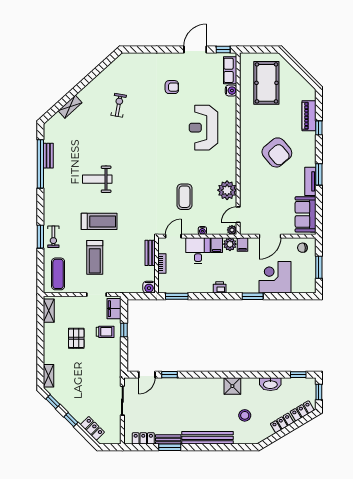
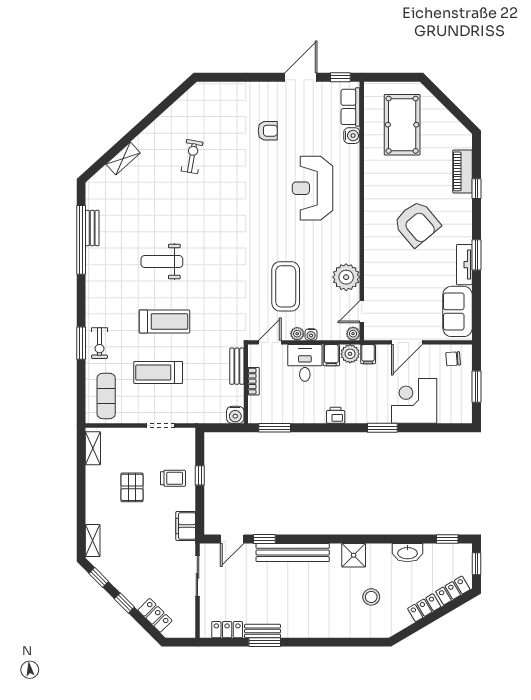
coffee table: (184, 197) -> (286, 286), width x1.36, depth x1.32
plant: (193, 230) -> (297, 334), added
treadmill: (95, 257) -> (158, 373), turned 90
filing cabinet: (114, 309) -> (186, 526), moved
bench: (207, 438) -> (293, 552), moved

